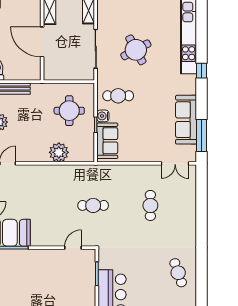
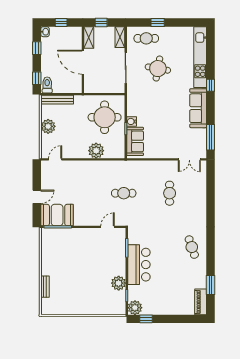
round table: (136, 50) -> (158, 69), turned 38
cafe table: (118, 96) -> (146, 38), moved
round table: (69, 111) -> (105, 117), width x1.36, depth x1.36
sofa: (186, 120) -> (198, 108), moved

